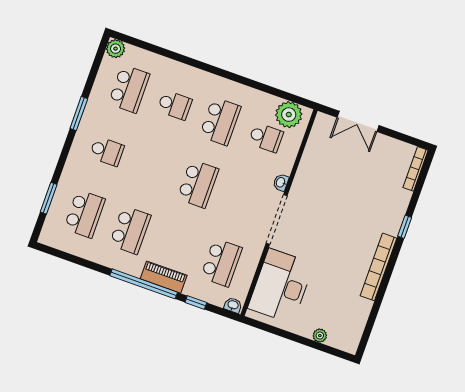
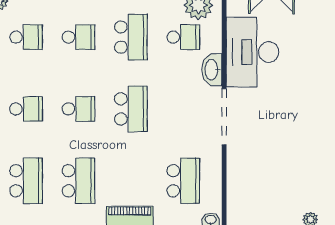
school desk: (129, 89) -> (26, 37), width x0.54
school desk: (152, 168) -> (78, 109), added
washbasin: (281, 182) -> (212, 70), width x1.91, depth x1.45
desk: (281, 286) -> (253, 52), moved

